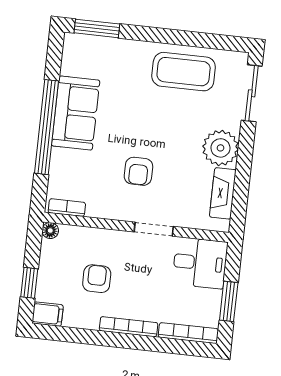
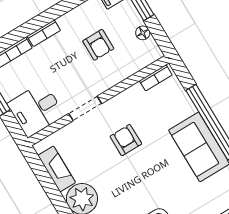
floor lamp: (50, 231) -> (143, 33), moved
bookcase: (129, 327) -> (44, 33), width x0.64

